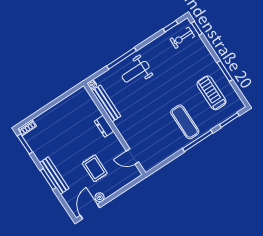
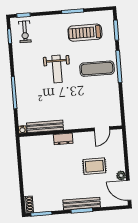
weight bench: (136, 72) -> (57, 69), moved

